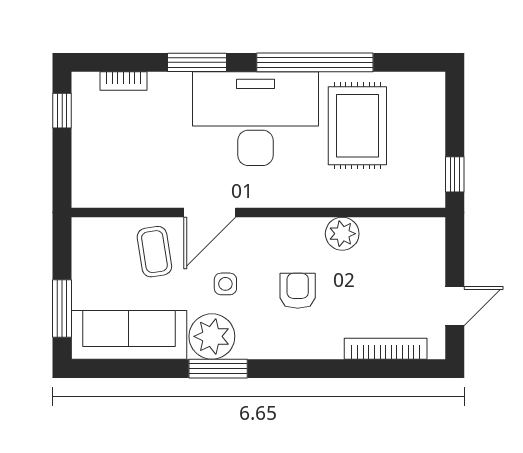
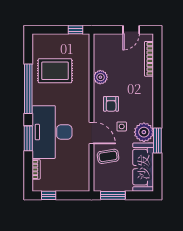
desk: (255, 119) -> (52, 132), moved
armchair: (298, 291) -> (111, 104), moved, turned -90
door: (455, 306) -> (131, 30), swing flipped
window: (62, 309) -> (113, 195), moved
window: (218, 369) -> (157, 140), moved

